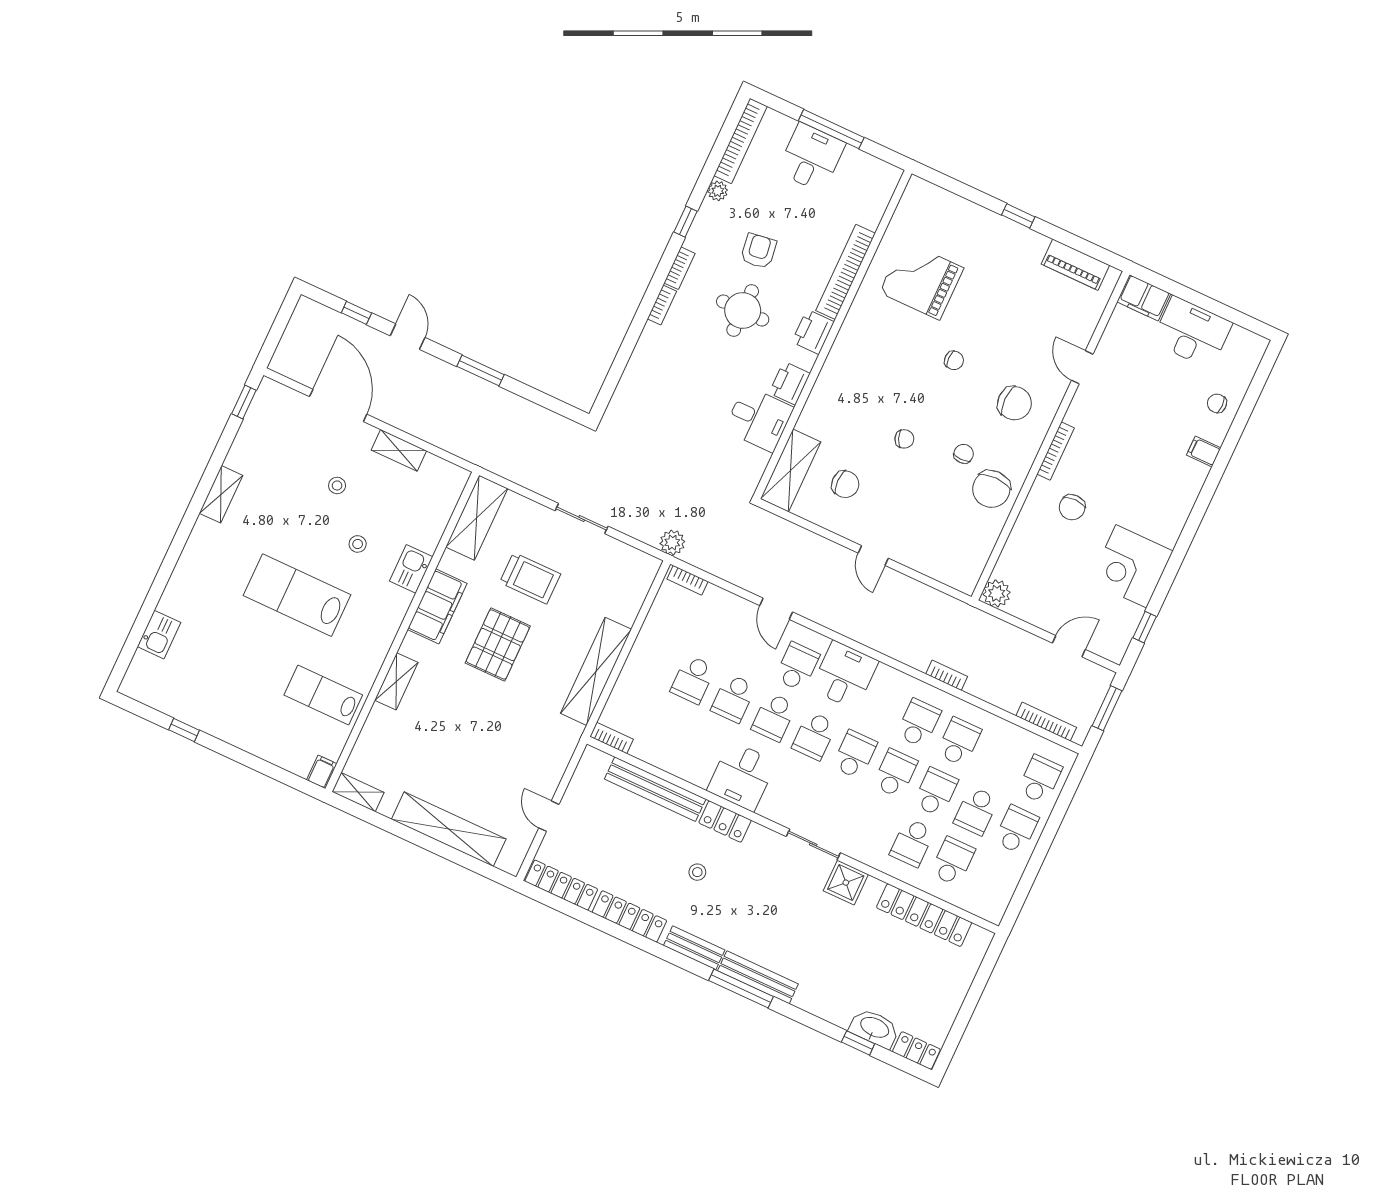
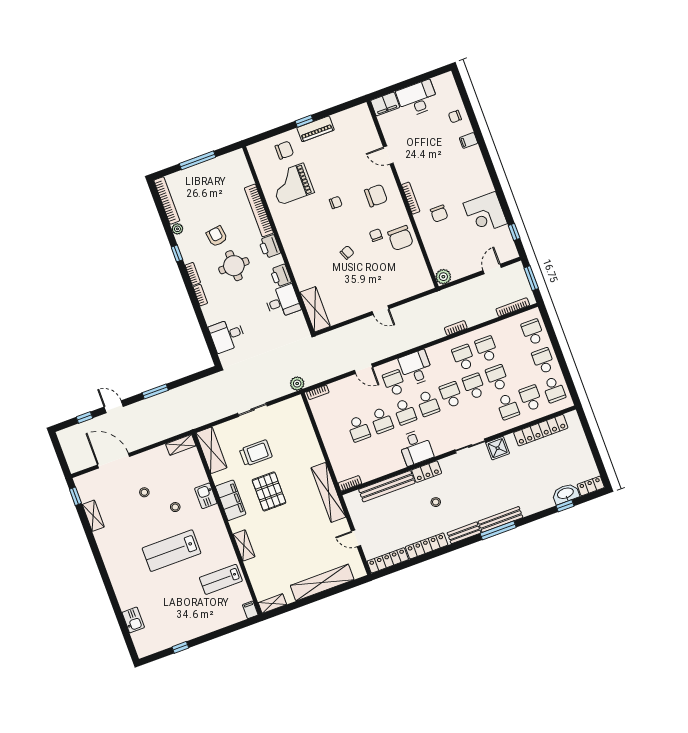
desk: (811, 157) -> (227, 335), moved, turned -90
piano: (1075, 265) -> (316, 129), moved
shelving: (399, 450) -> (181, 445), moved
chair: (845, 484) -> (284, 150), moved
shelving: (221, 494) -> (93, 516), moved
shelving: (596, 671) -> (328, 492), moved
school desk: (976, 811) -> (554, 390), moved

